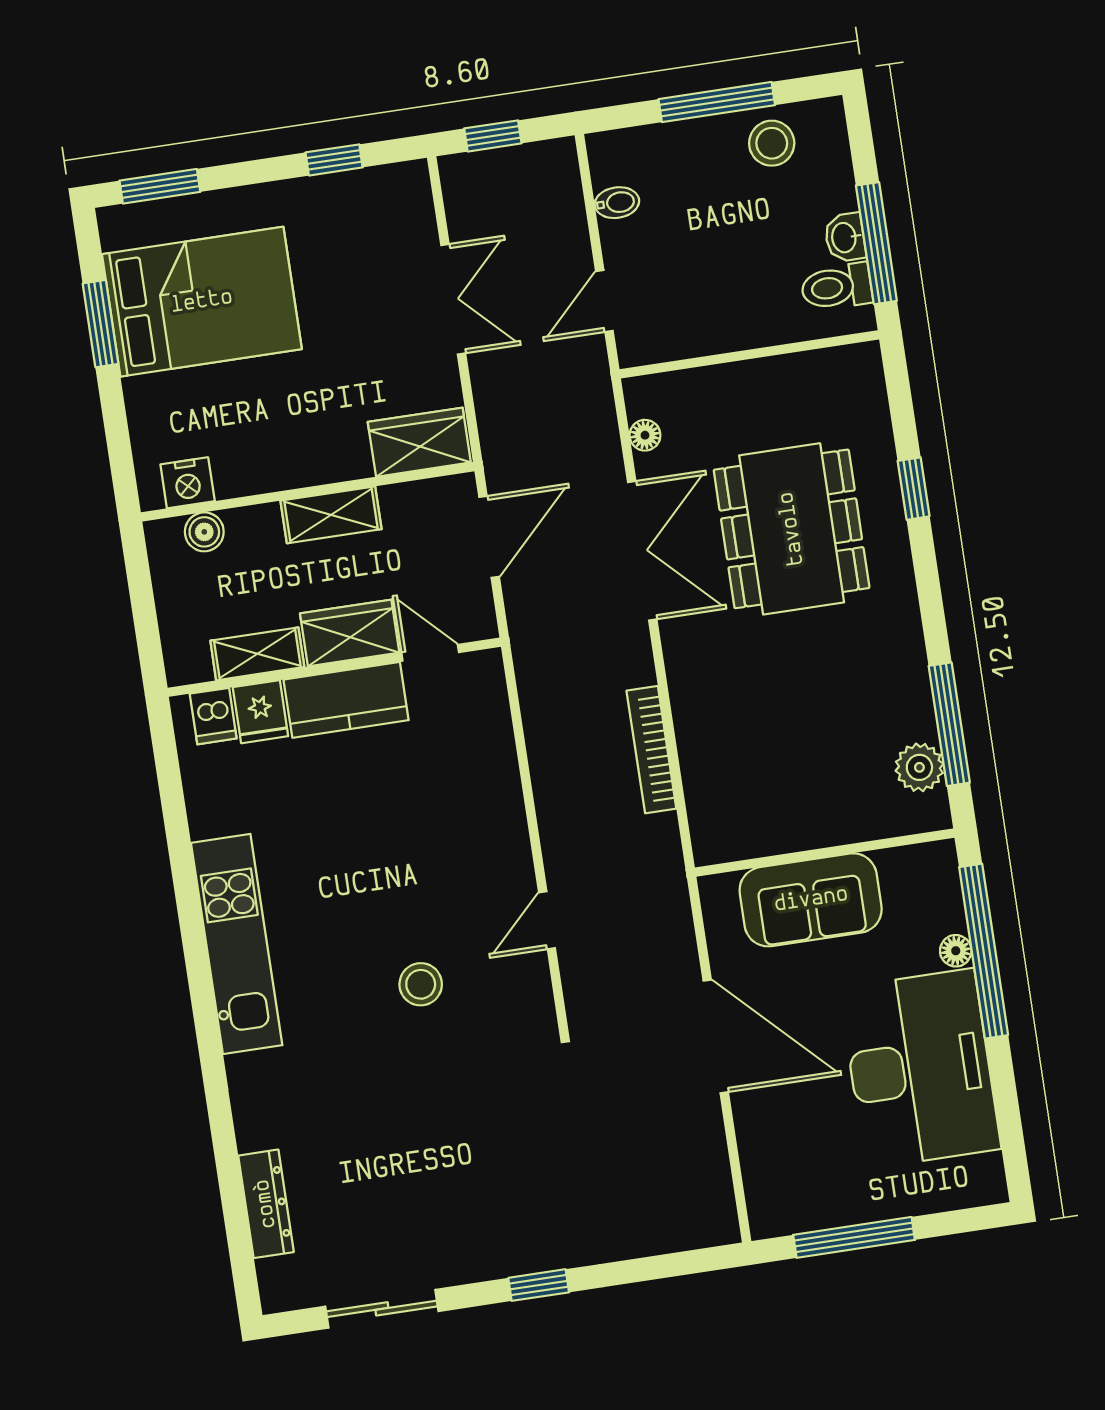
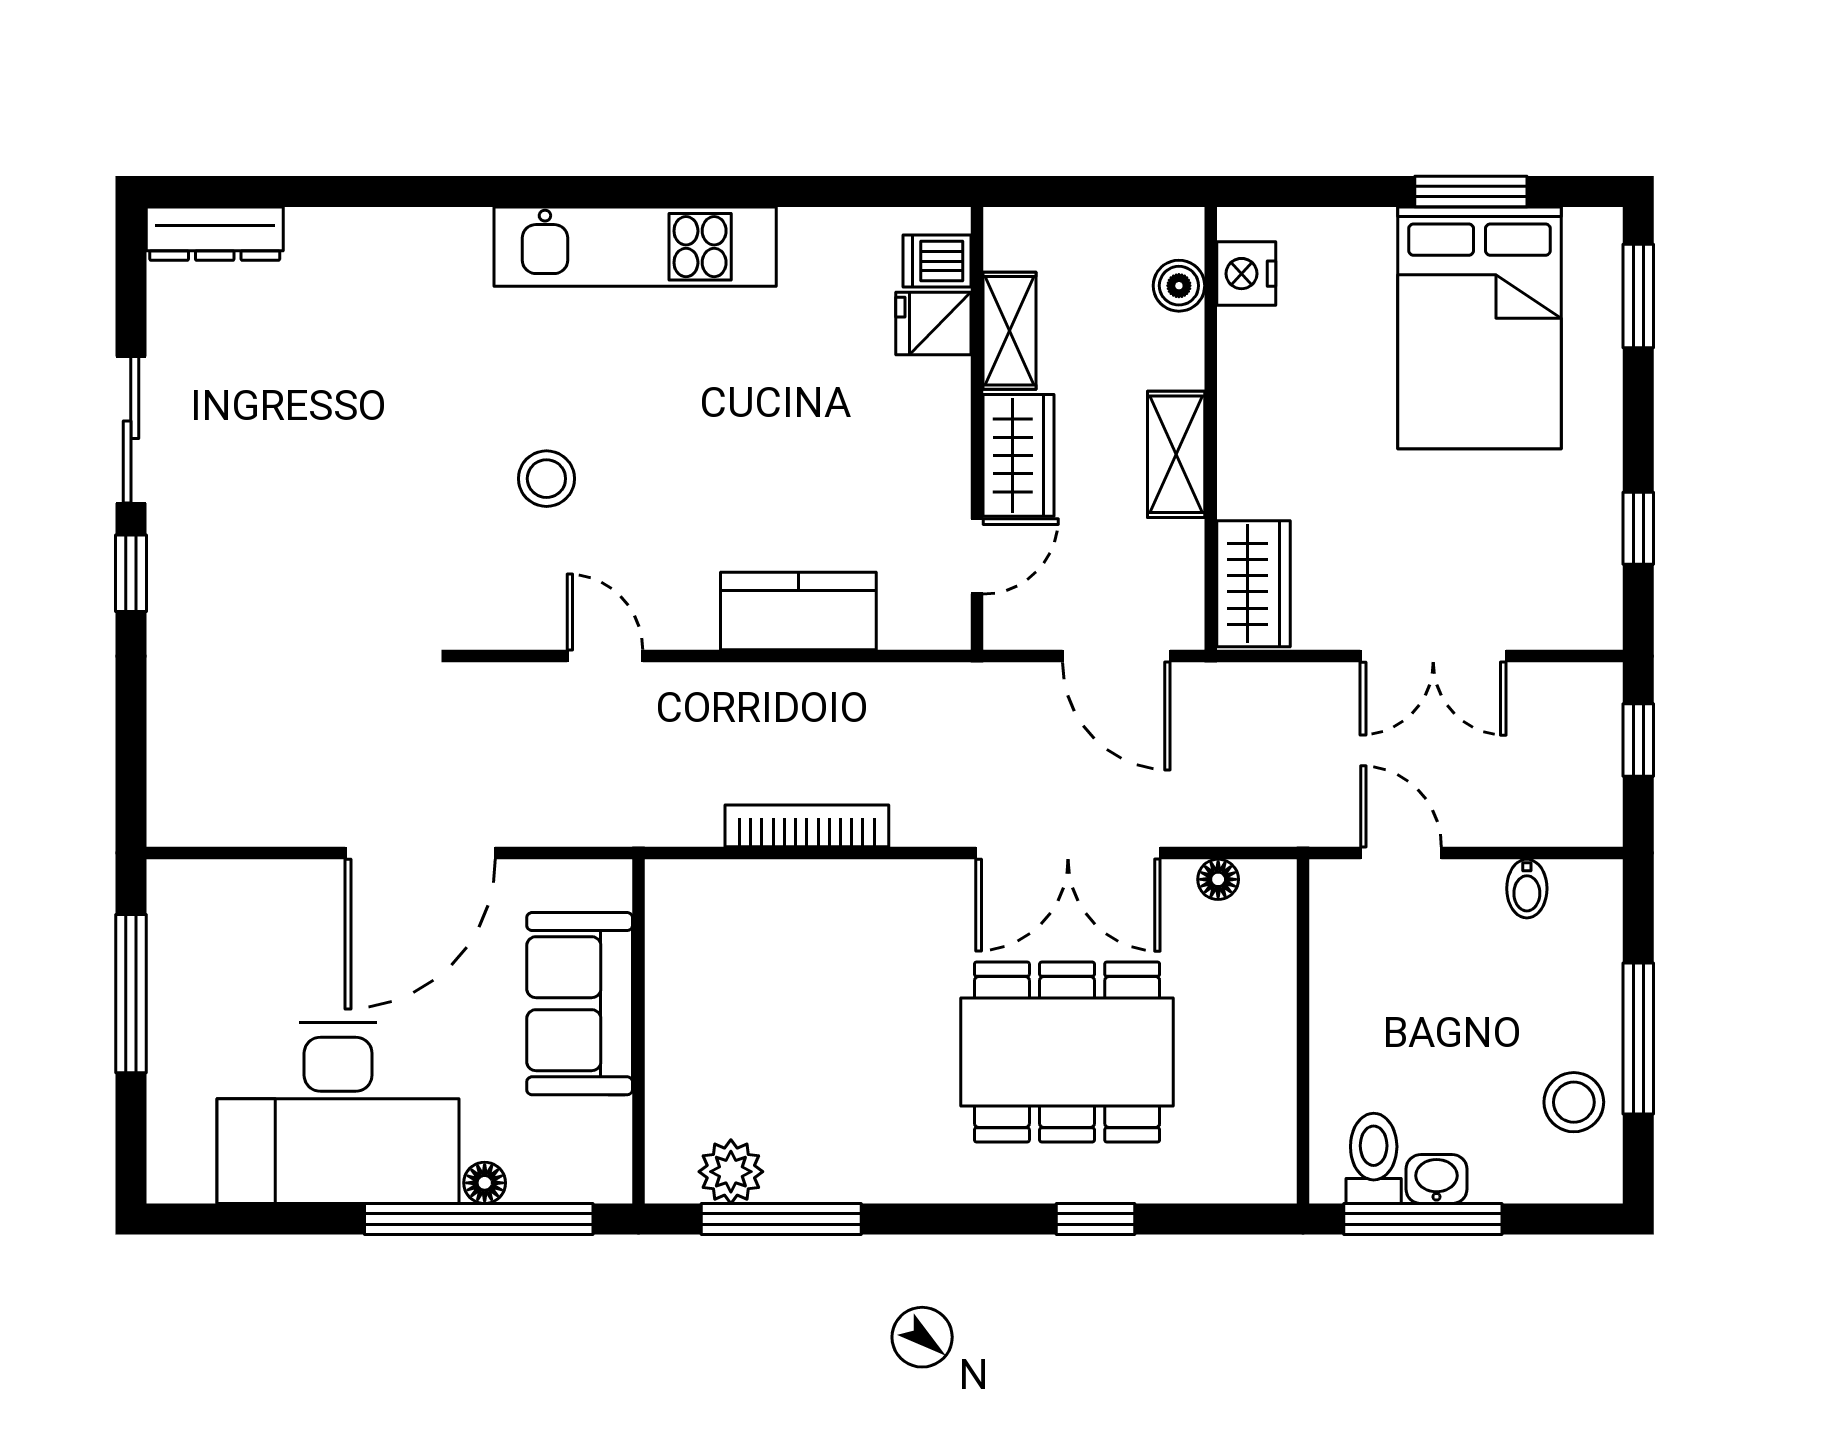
kitchen counter: (346, 700) -> (798, 611), moved, turned 90
dresser: (266, 1204) -> (215, 234), moved
sliding door: (382, 1309) -> (131, 430), moved

